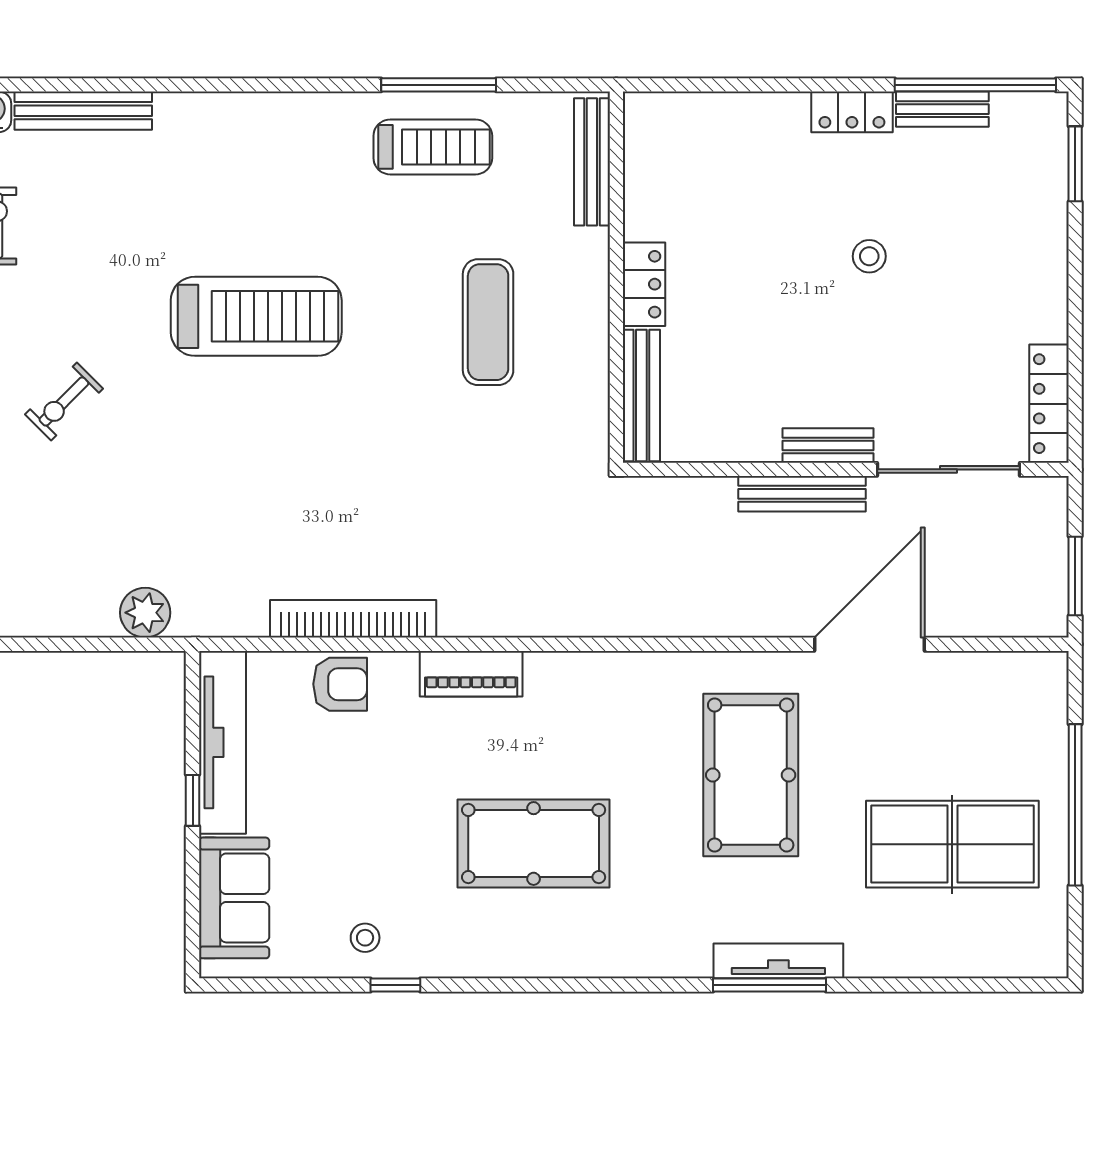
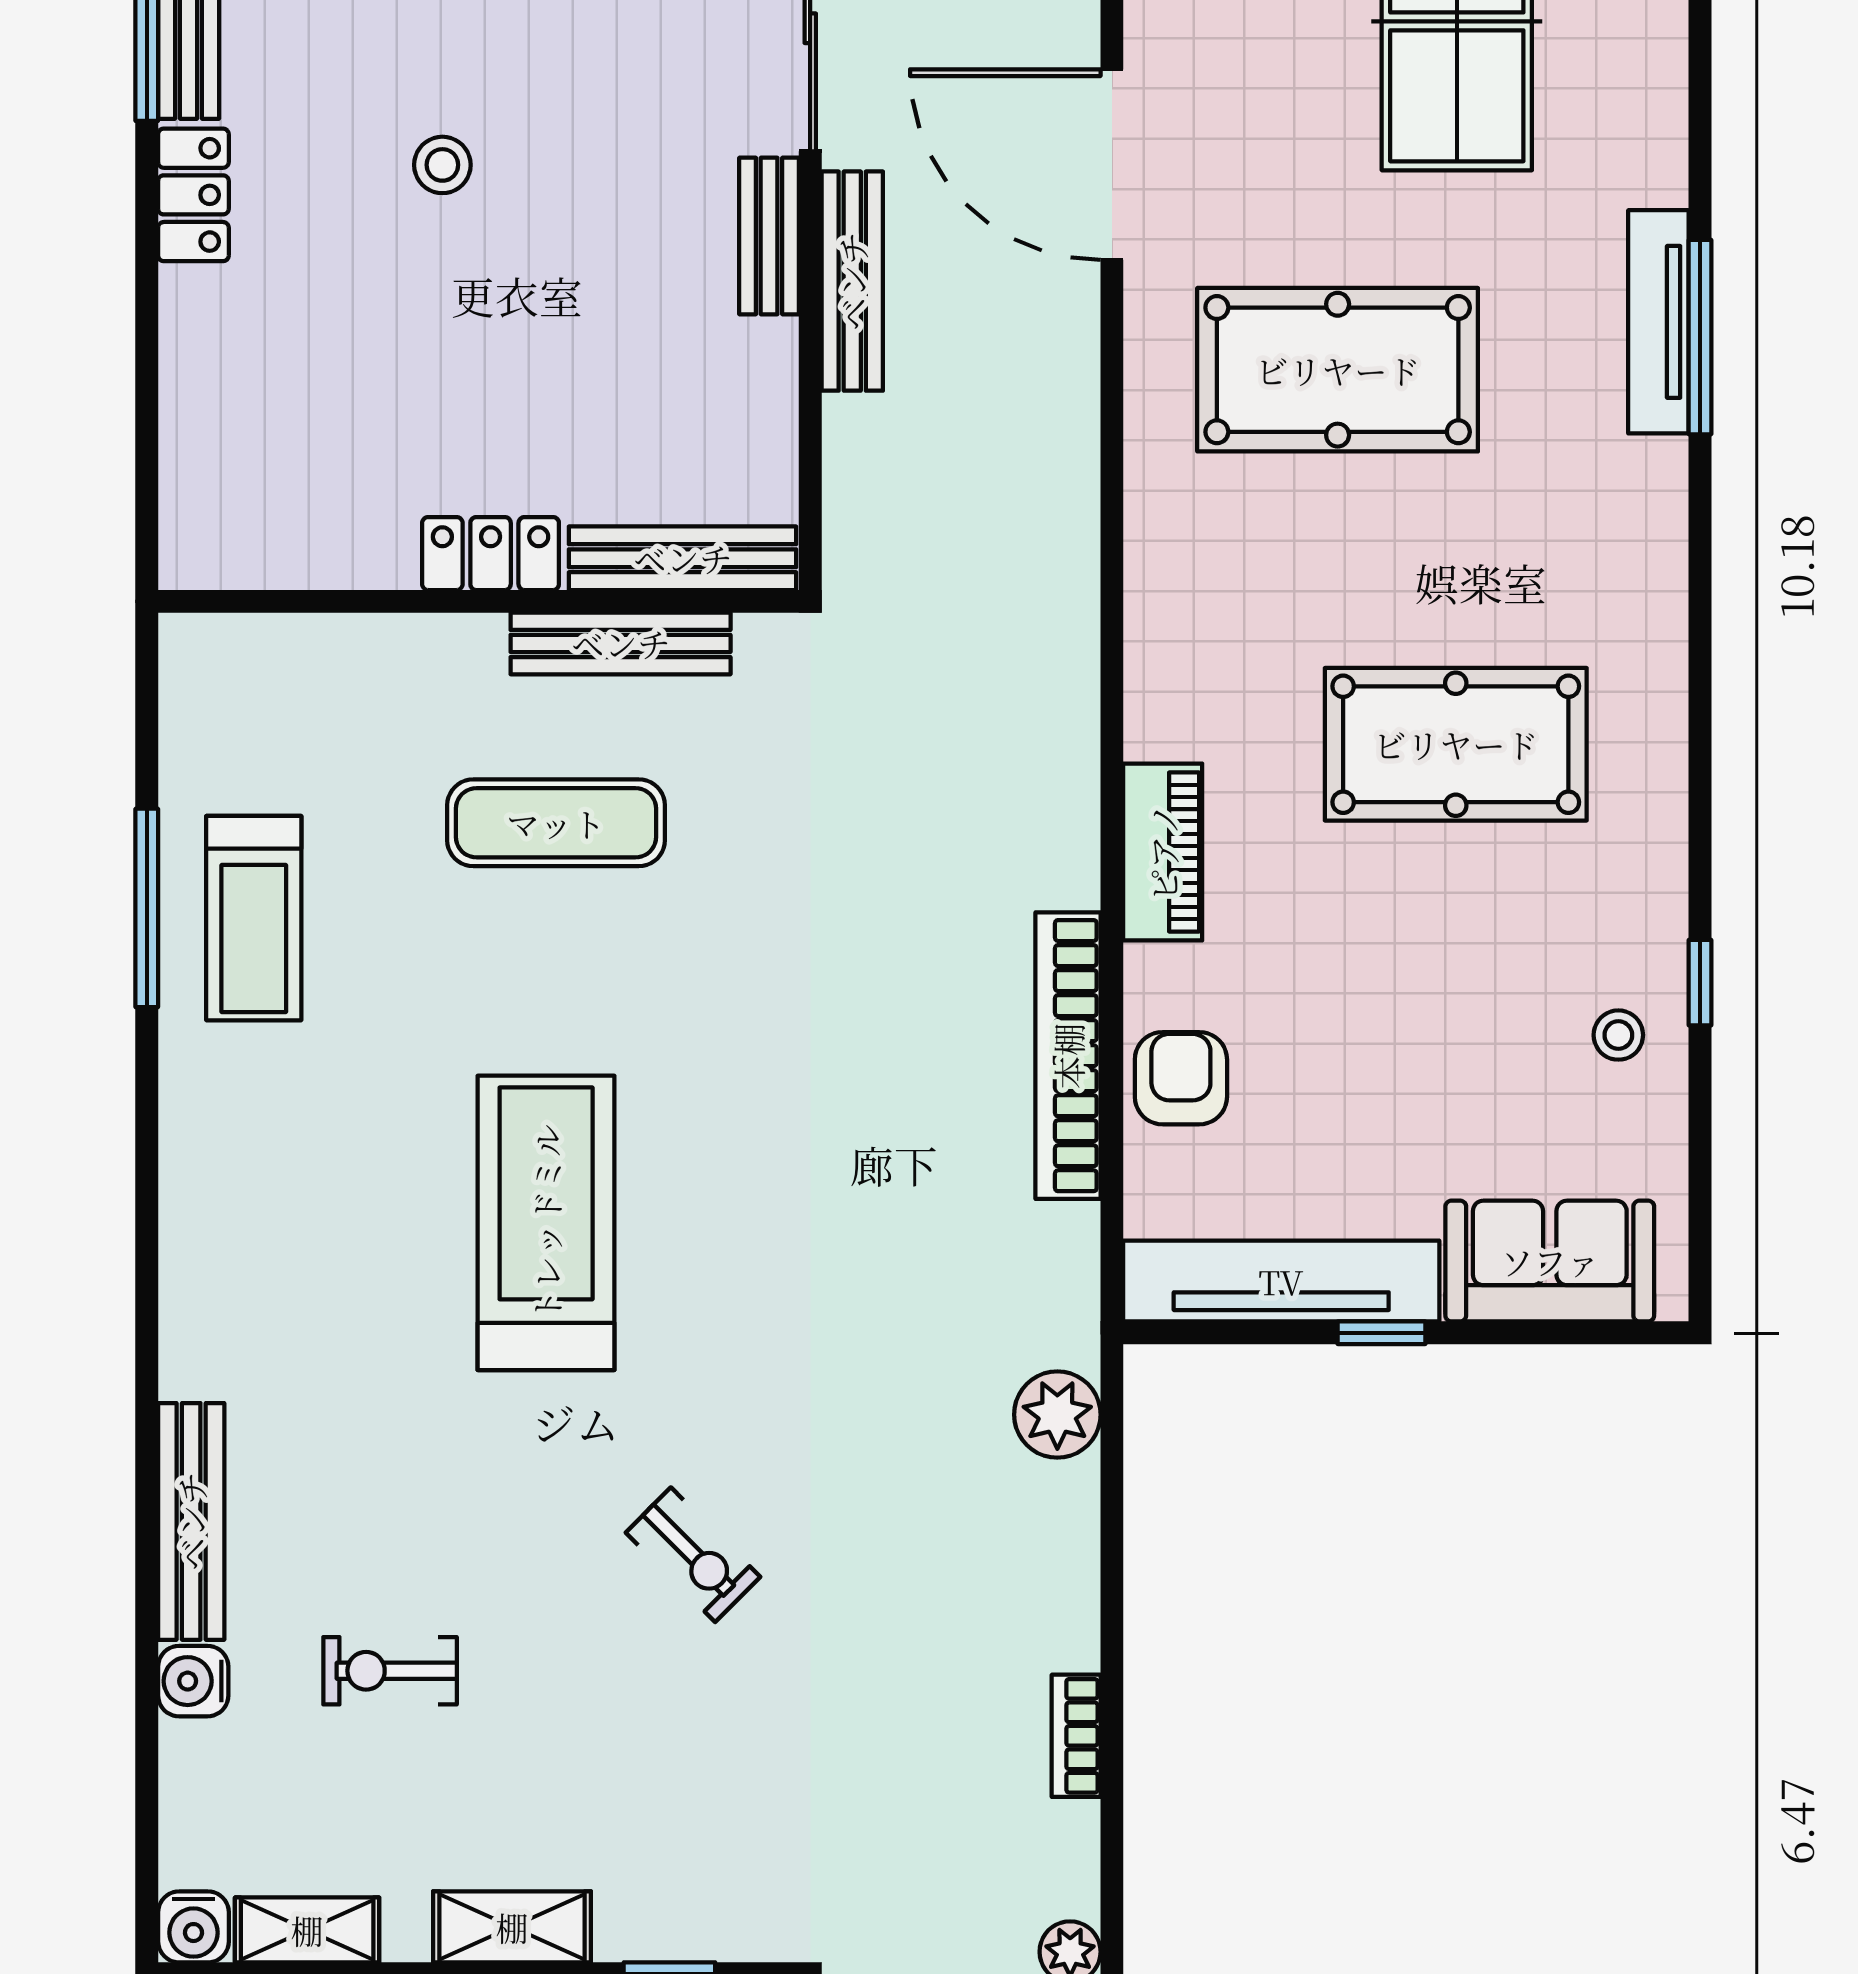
treadmill: (433, 147) -> (254, 918), turned 180
bench: (592, 162) -> (621, 643), moved
pool table: (534, 843) -> (1456, 744), turned 90

